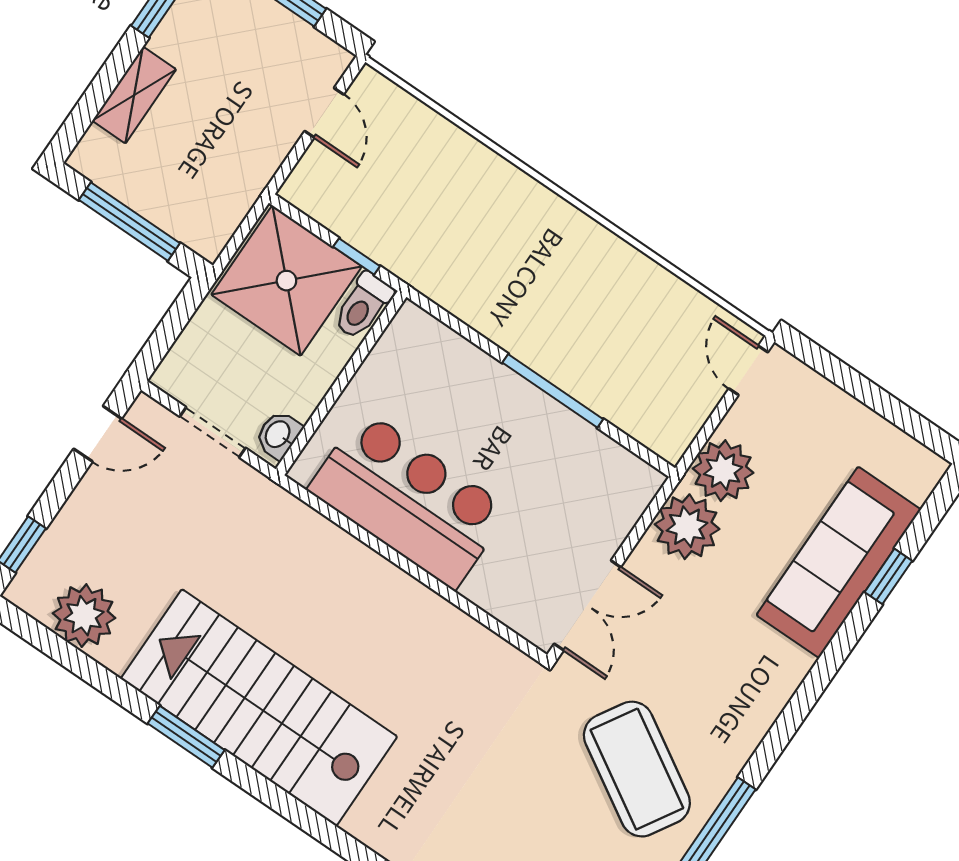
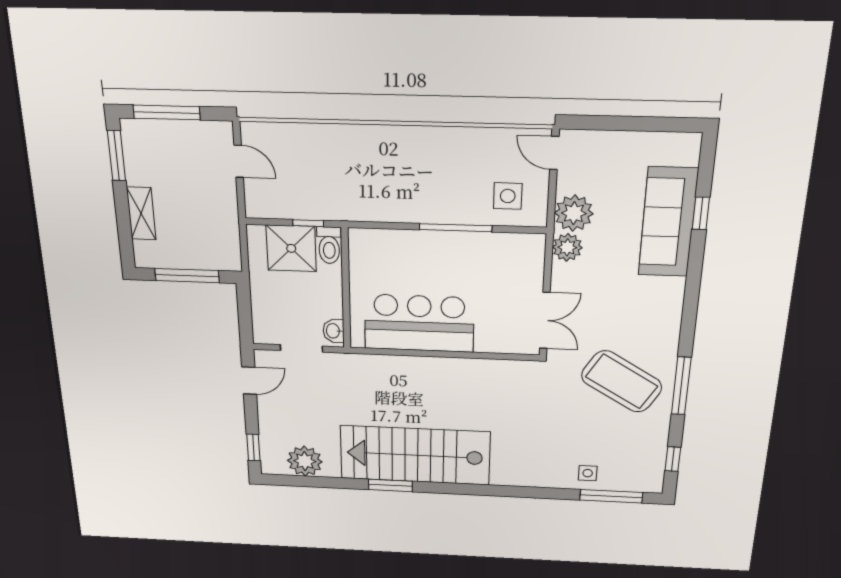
shower: (286, 281) -> (291, 248), width x0.73, depth x0.73
side table: (651, 391) -> (508, 196), added
plant: (687, 527) -> (567, 247), width x0.73, depth x0.73

